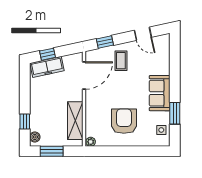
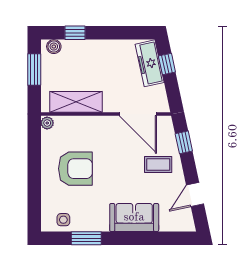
sofa: (160, 93) -> (134, 217), moved

